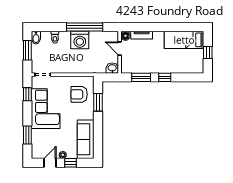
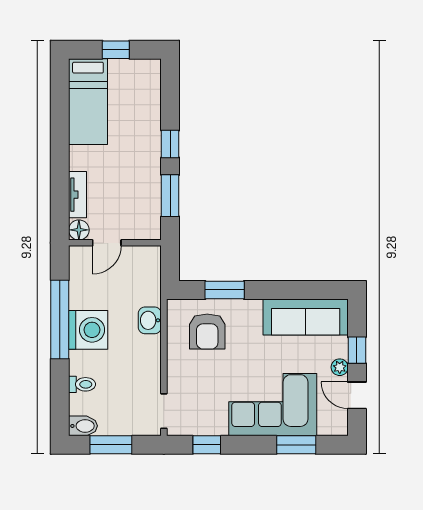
washbasin: (112, 68) -> (150, 320), moved
corner sofa: (46, 109) -> (273, 405), moved

